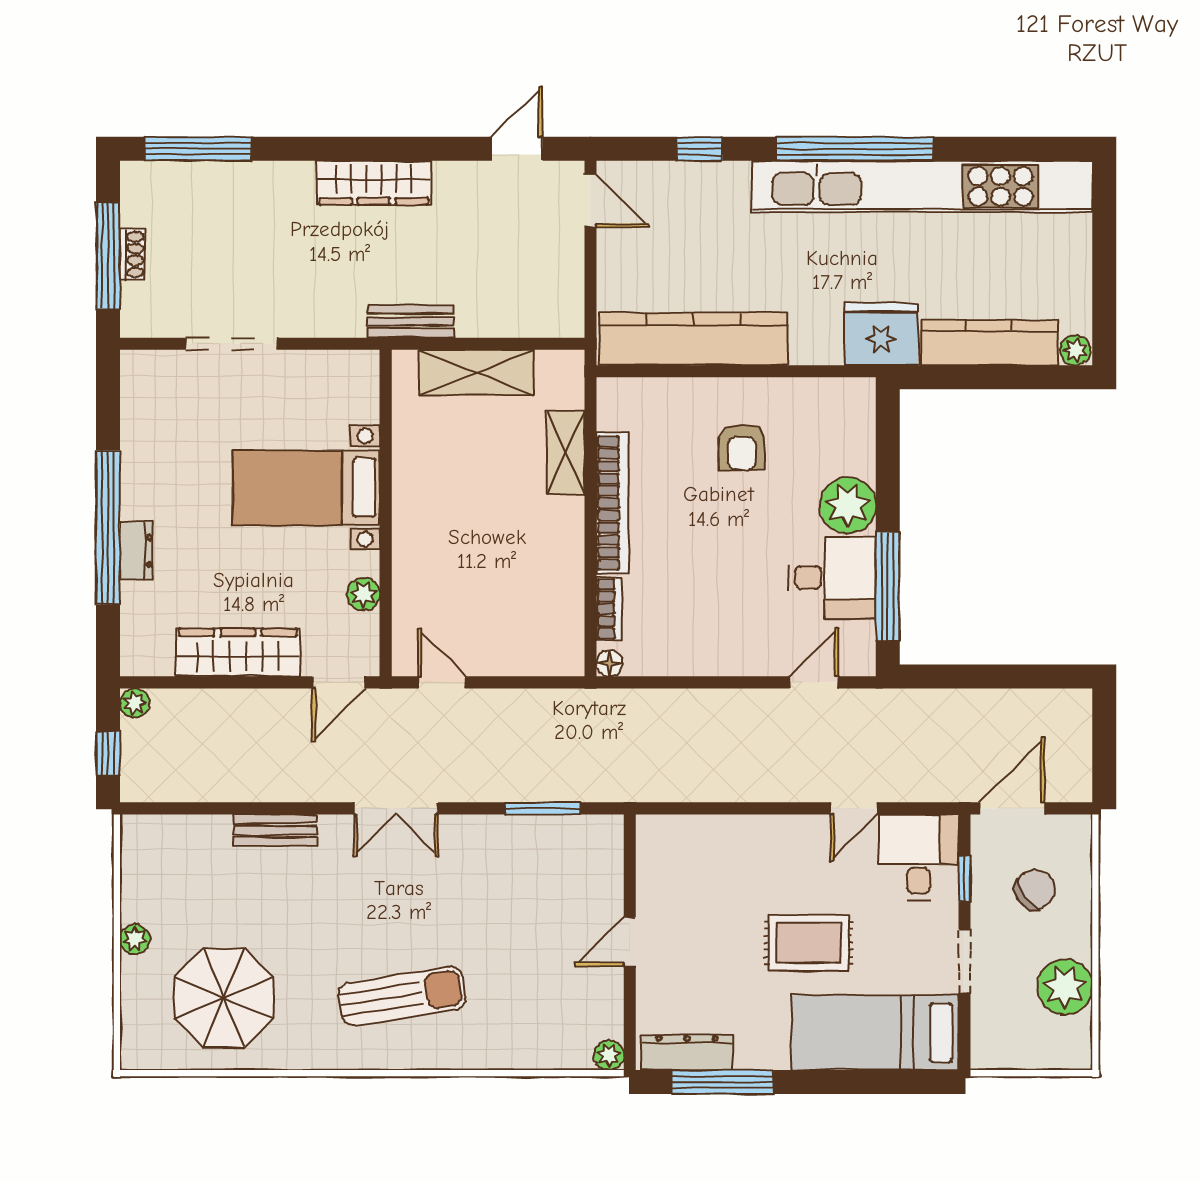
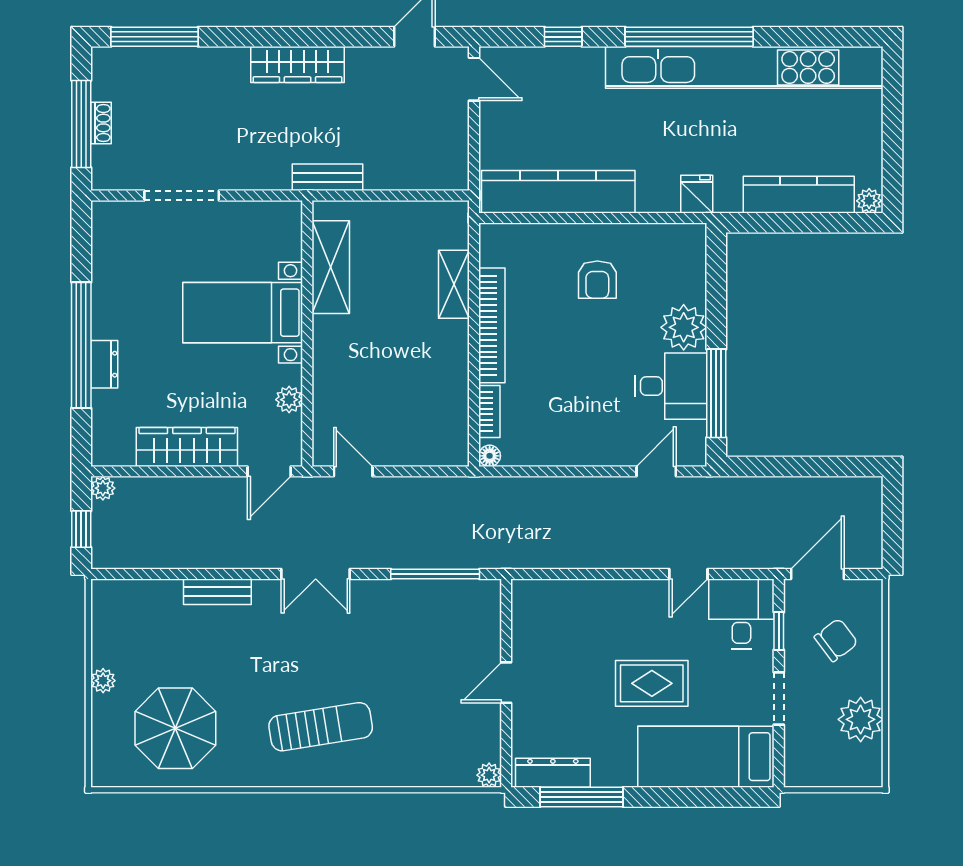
fridge: (881, 334) -> (697, 194), width x0.53, depth x0.75
shelving: (476, 372) -> (331, 267), moved, turned 90
window: (543, 808) -> (435, 574), width x1.44

